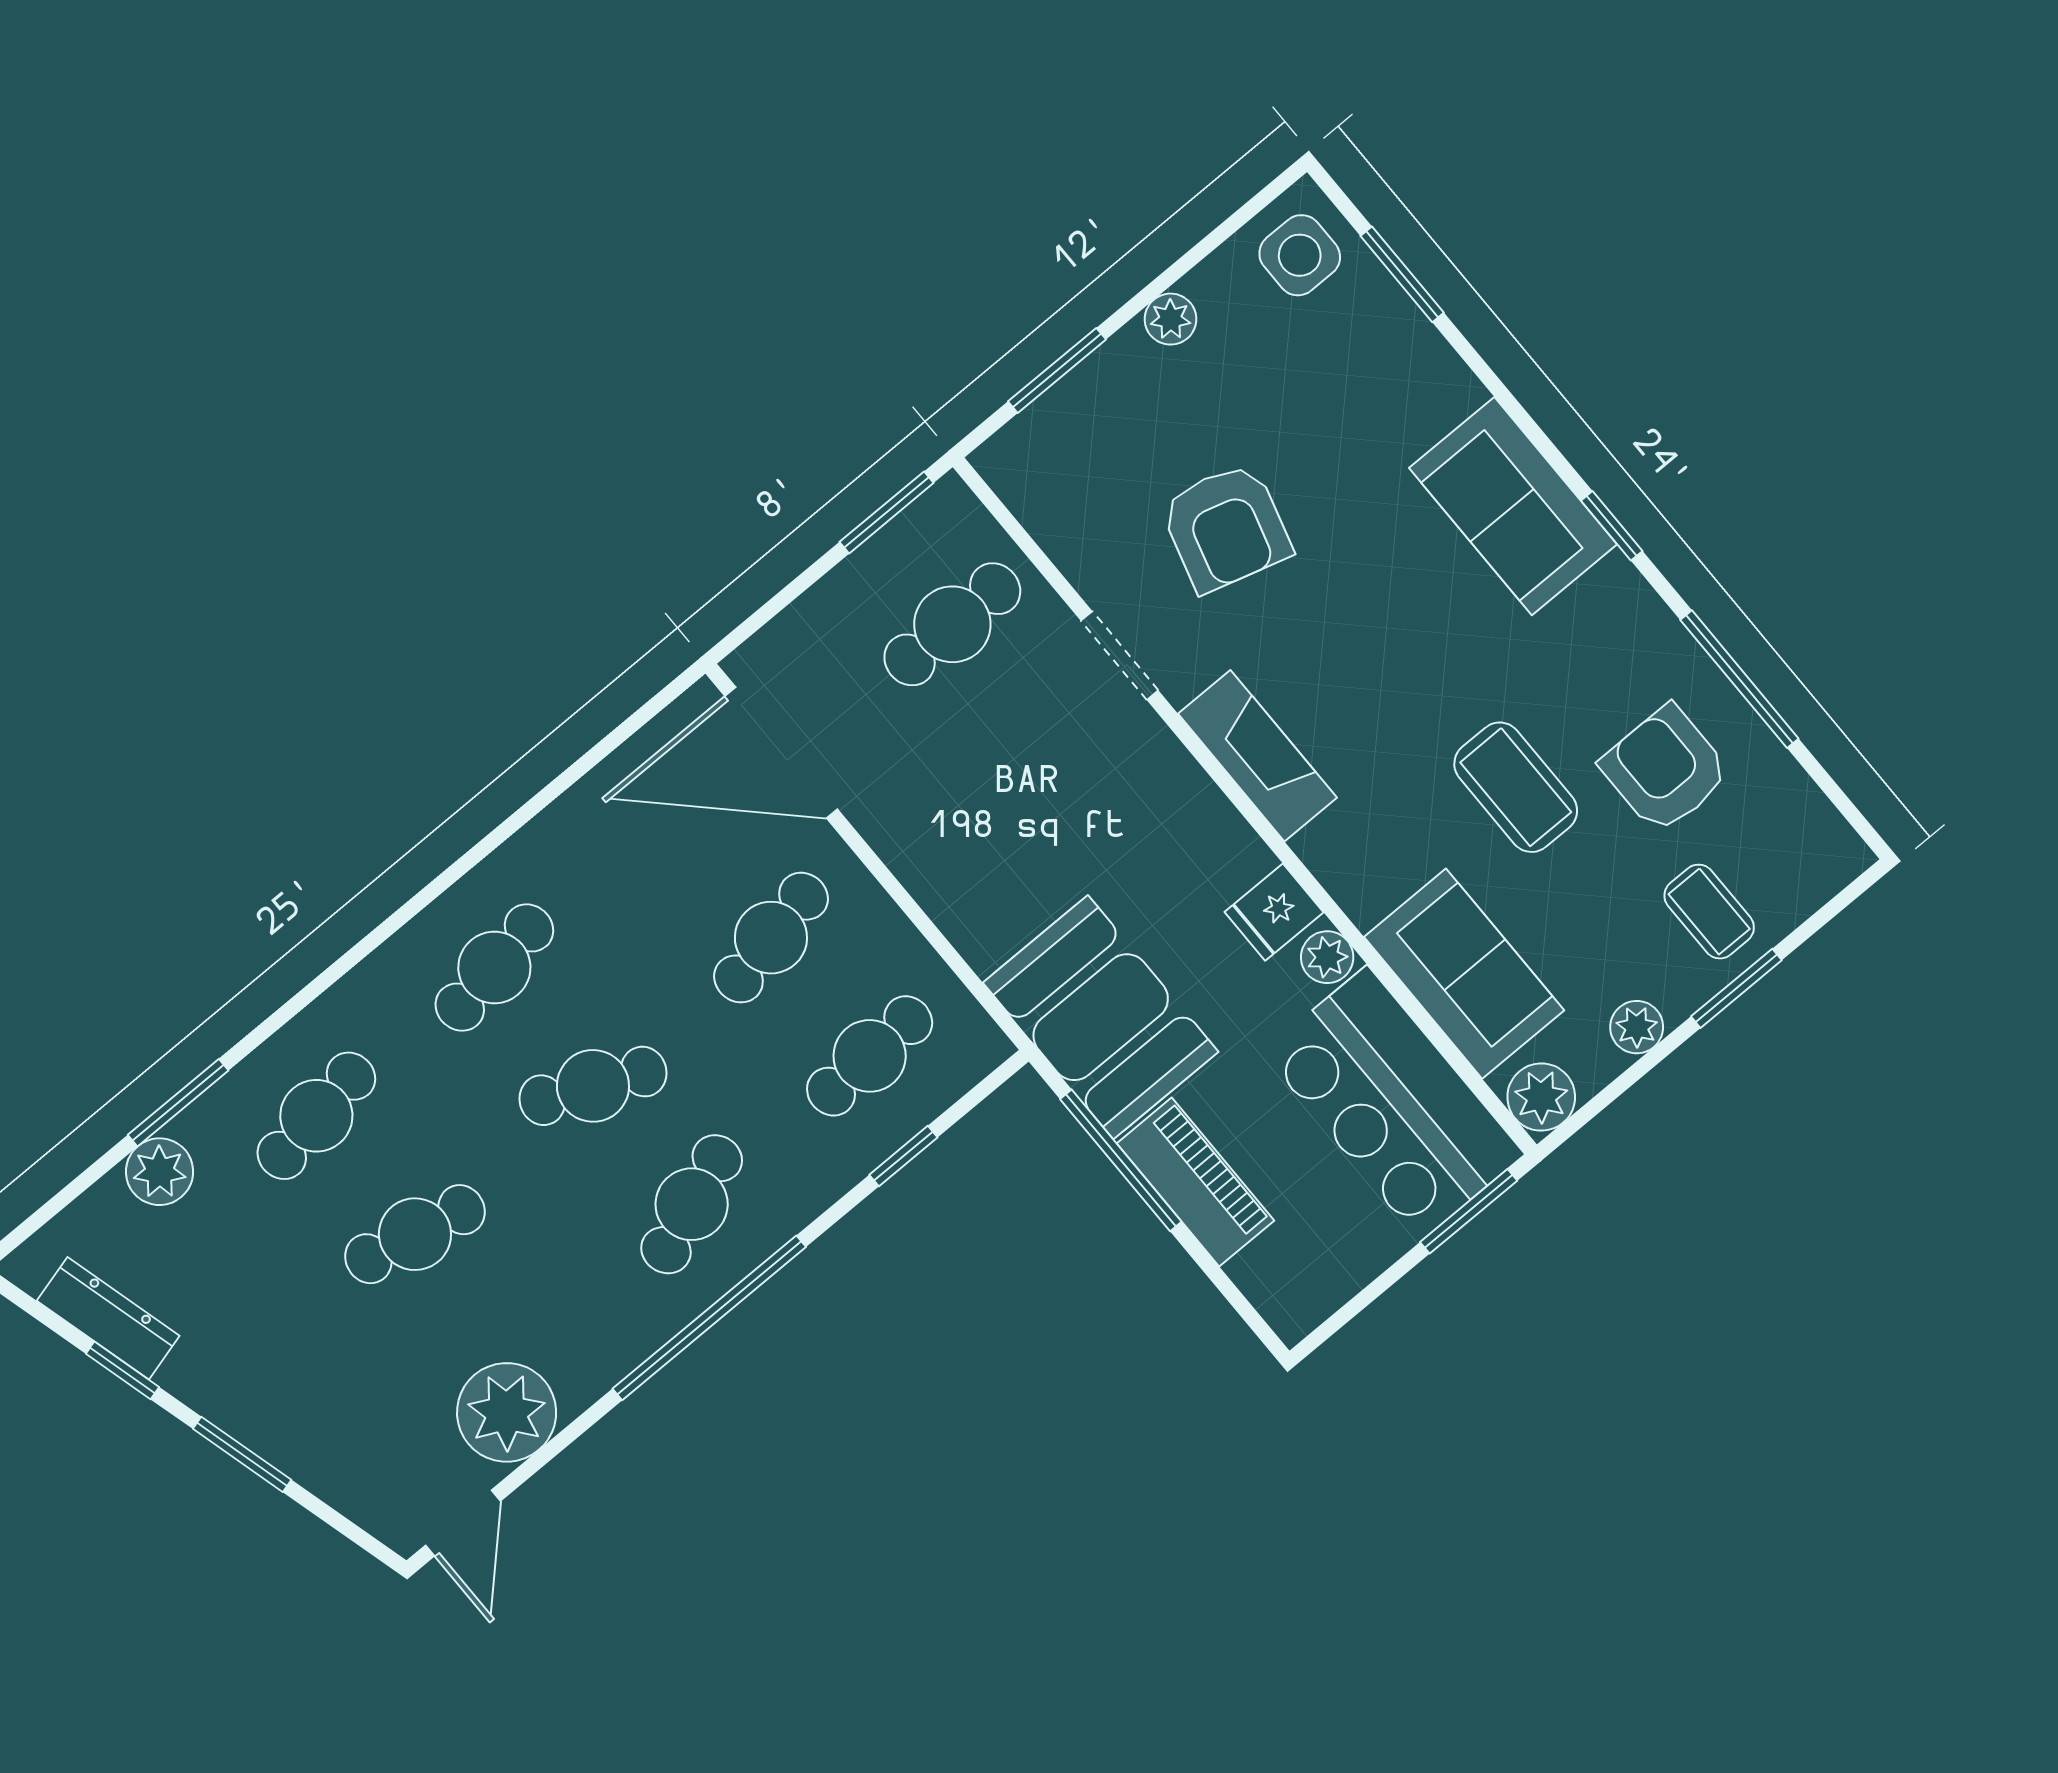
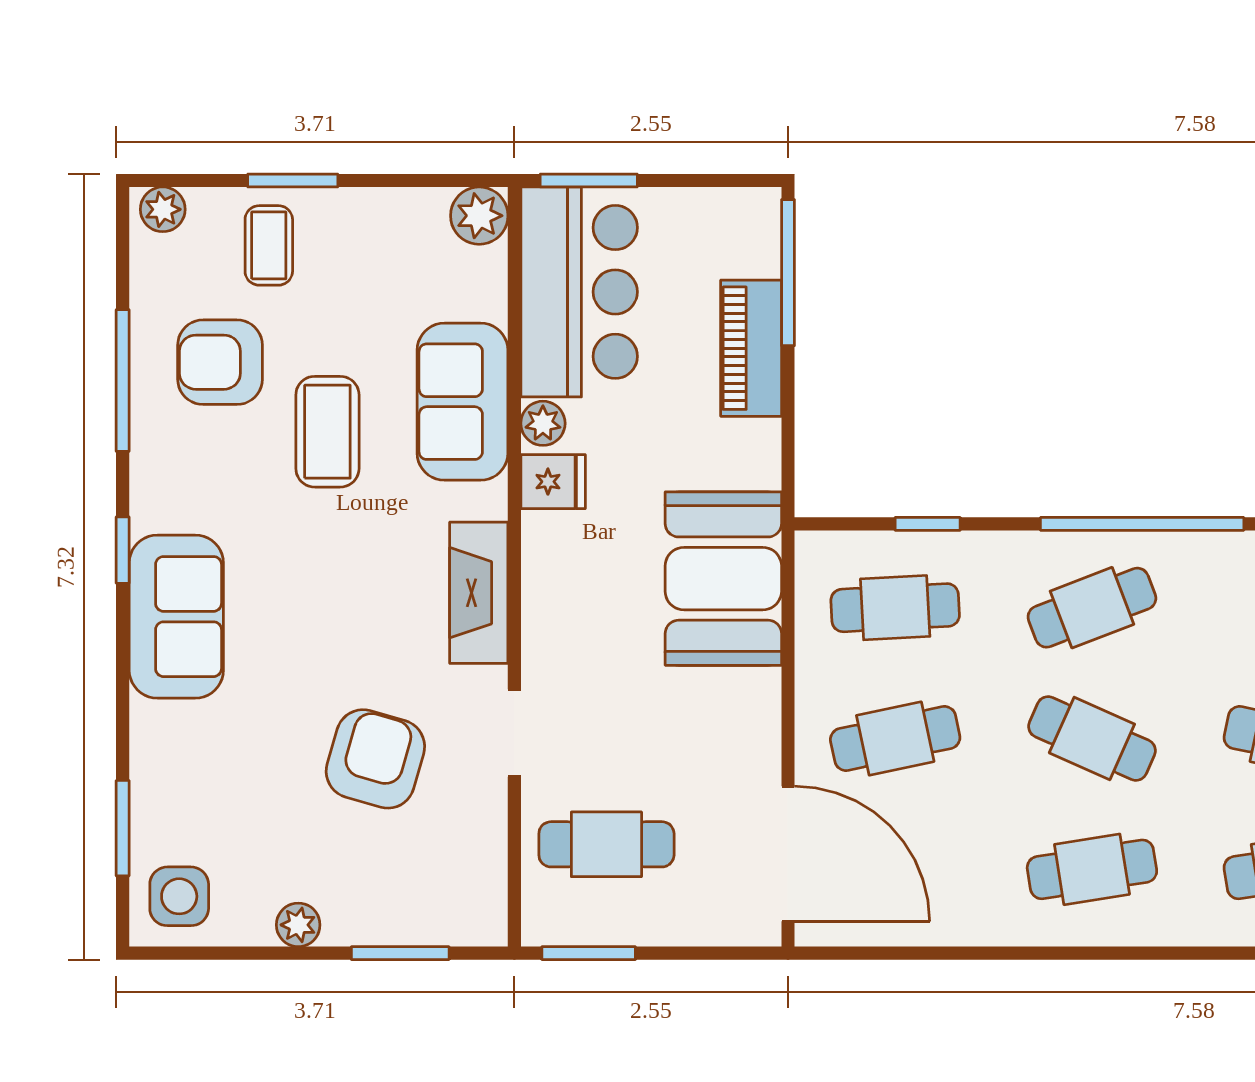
armchair: (1665, 769) -> (220, 362), turned 90
sofa: (1464, 974) -> (462, 402), moved
booth: (1101, 1017) -> (723, 579), moved
plant: (1637, 1027) -> (163, 209), moved
window: (1121, 1160) -> (788, 273), moved

